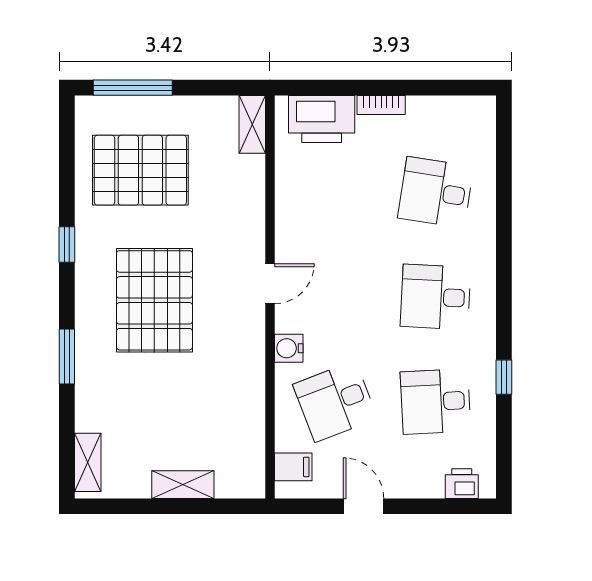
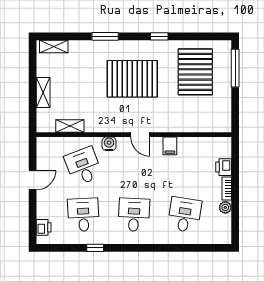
plant: (420, 108) -> (225, 207), added
printer: (322, 119) -> (224, 167), width x0.53, depth x0.68
shelving: (252, 124) -> (70, 126), moved
filing cabinet: (293, 467) -> (170, 146), moved

